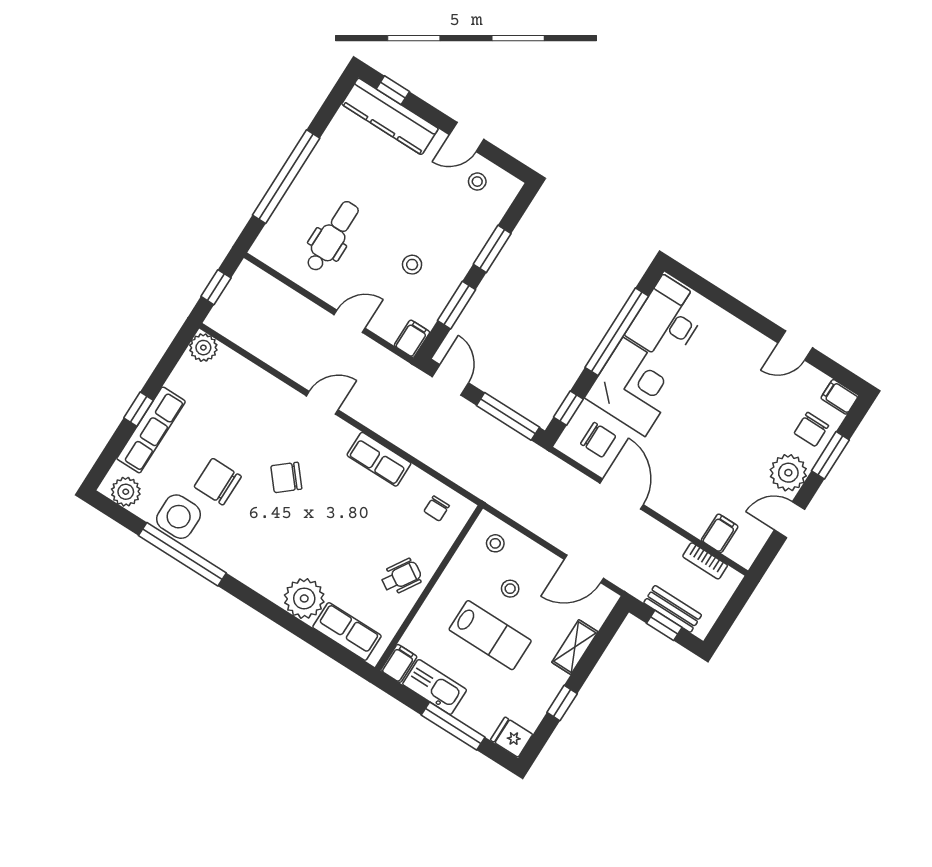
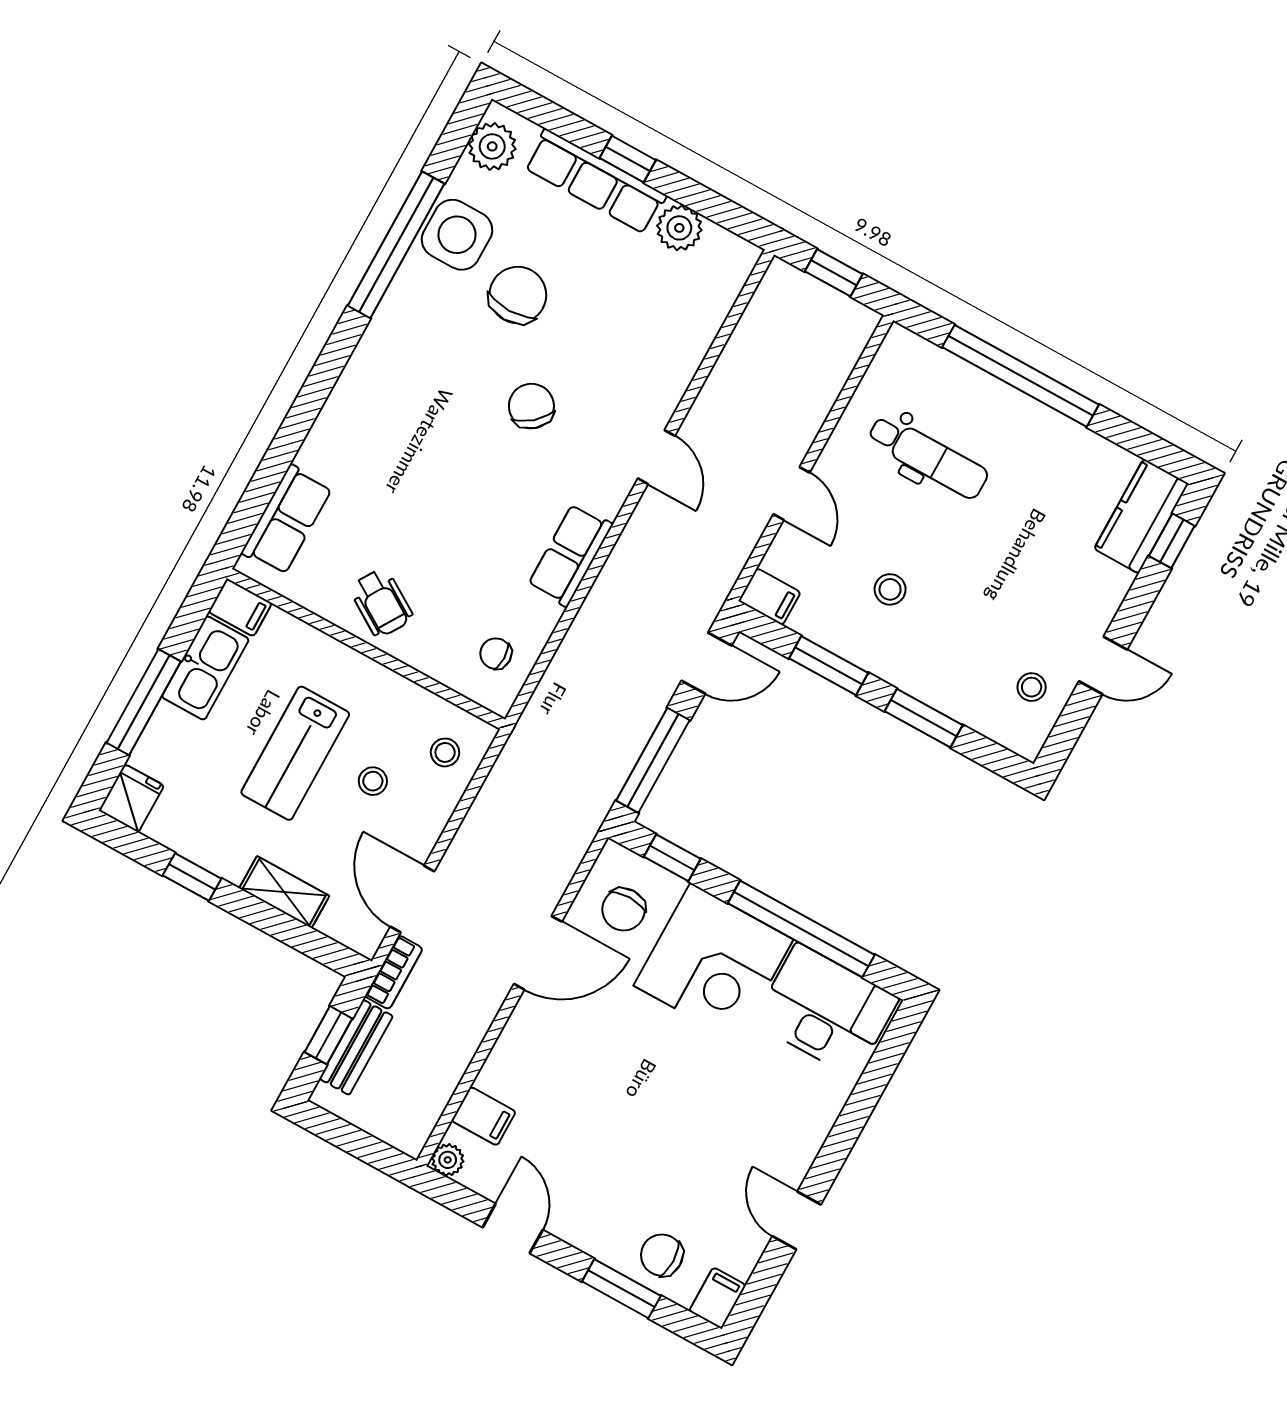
kitchen counter: (390, 116) -> (1141, 516), width x0.67
door: (467, 137) -> (1103, 665), swing flipped
plant: (203, 348) -> (679, 228), moved
plant: (788, 473) -> (448, 1160), moved, width x0.53, depth x0.53
bookcase: (705, 561) -> (394, 972), moved, turned 180
plant: (304, 598) -> (336, 447), removed

